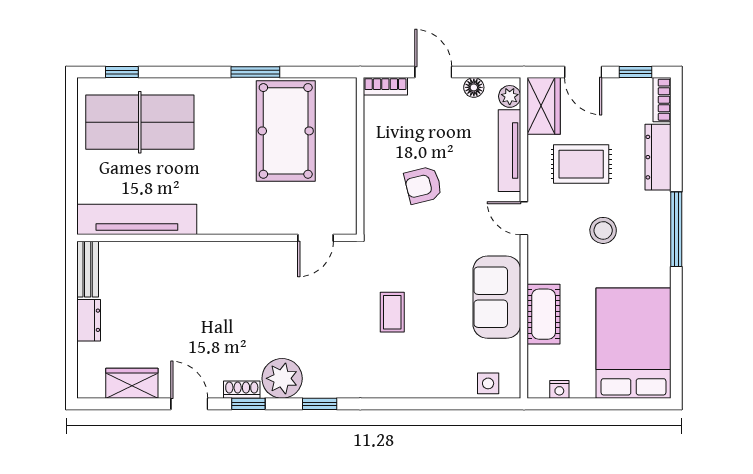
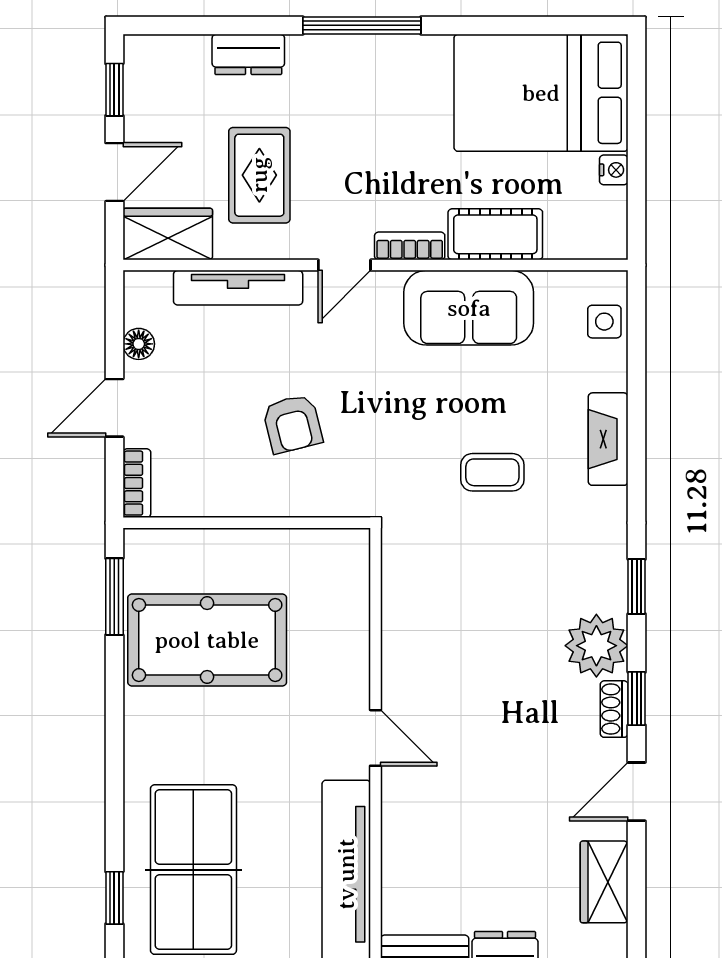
window: (255, 72) -> (114, 597), moved
plant: (510, 96) -> (153, 288), removed
bookcase: (662, 100) -> (410, 246), moved, turned 180
dresser: (658, 157) -> (248, 54), width x0.70
stool: (603, 230) -> (364, 141), removed
door: (315, 238) -> (375, 738), moved
fireplace: (413, 386) -> (608, 439), added
nightstand: (559, 389) -> (614, 170), moved

